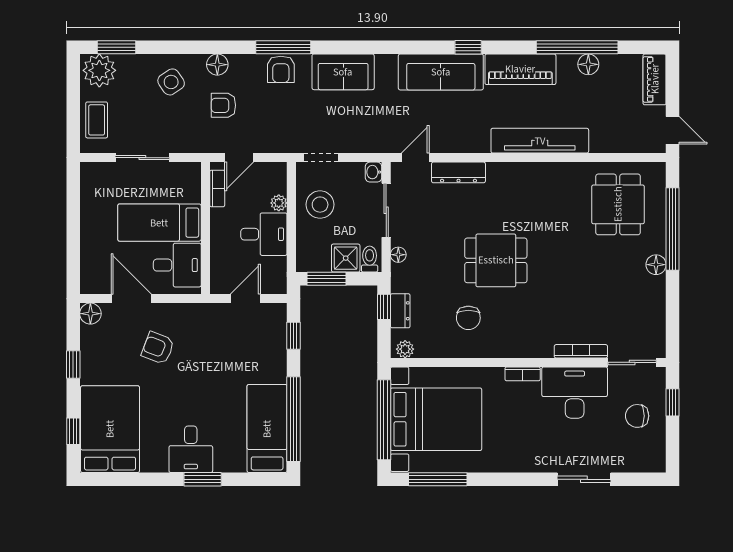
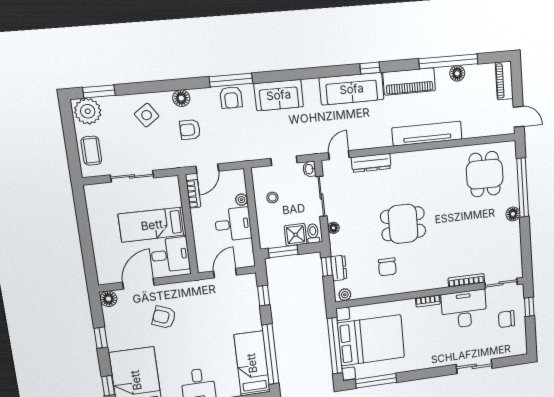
doorway: (321, 158) -> (284, 161), moved
stool: (320, 205) -> (272, 198), width x0.53, depth x0.53
door: (131, 299) -> (138, 284), hinge flipped

